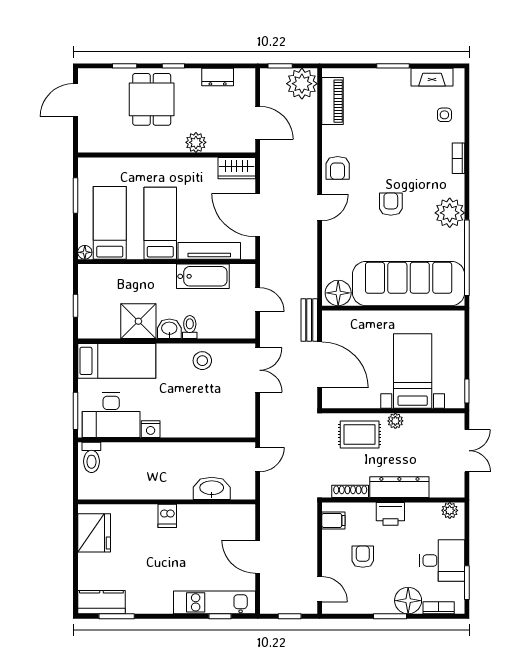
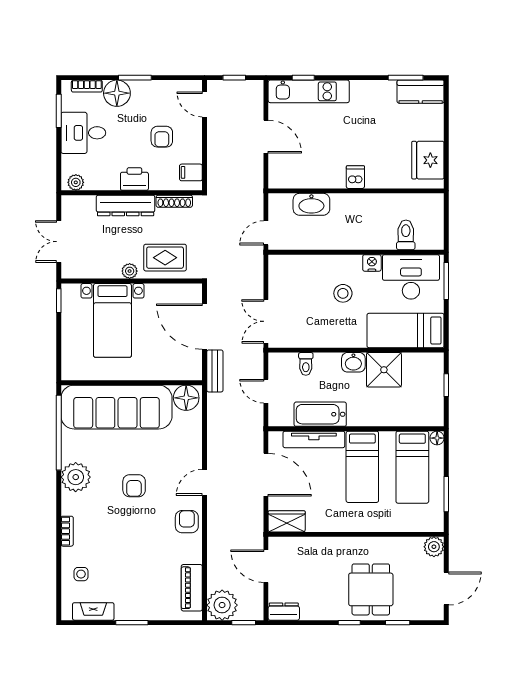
dresser: (218, 77) -> (284, 612), moved
plant: (196, 142) -> (434, 547), moved
toilet: (190, 327) -> (306, 364), moved
stool: (202, 361) -> (343, 293), moved
toilet: (91, 457) -> (406, 235), moved

